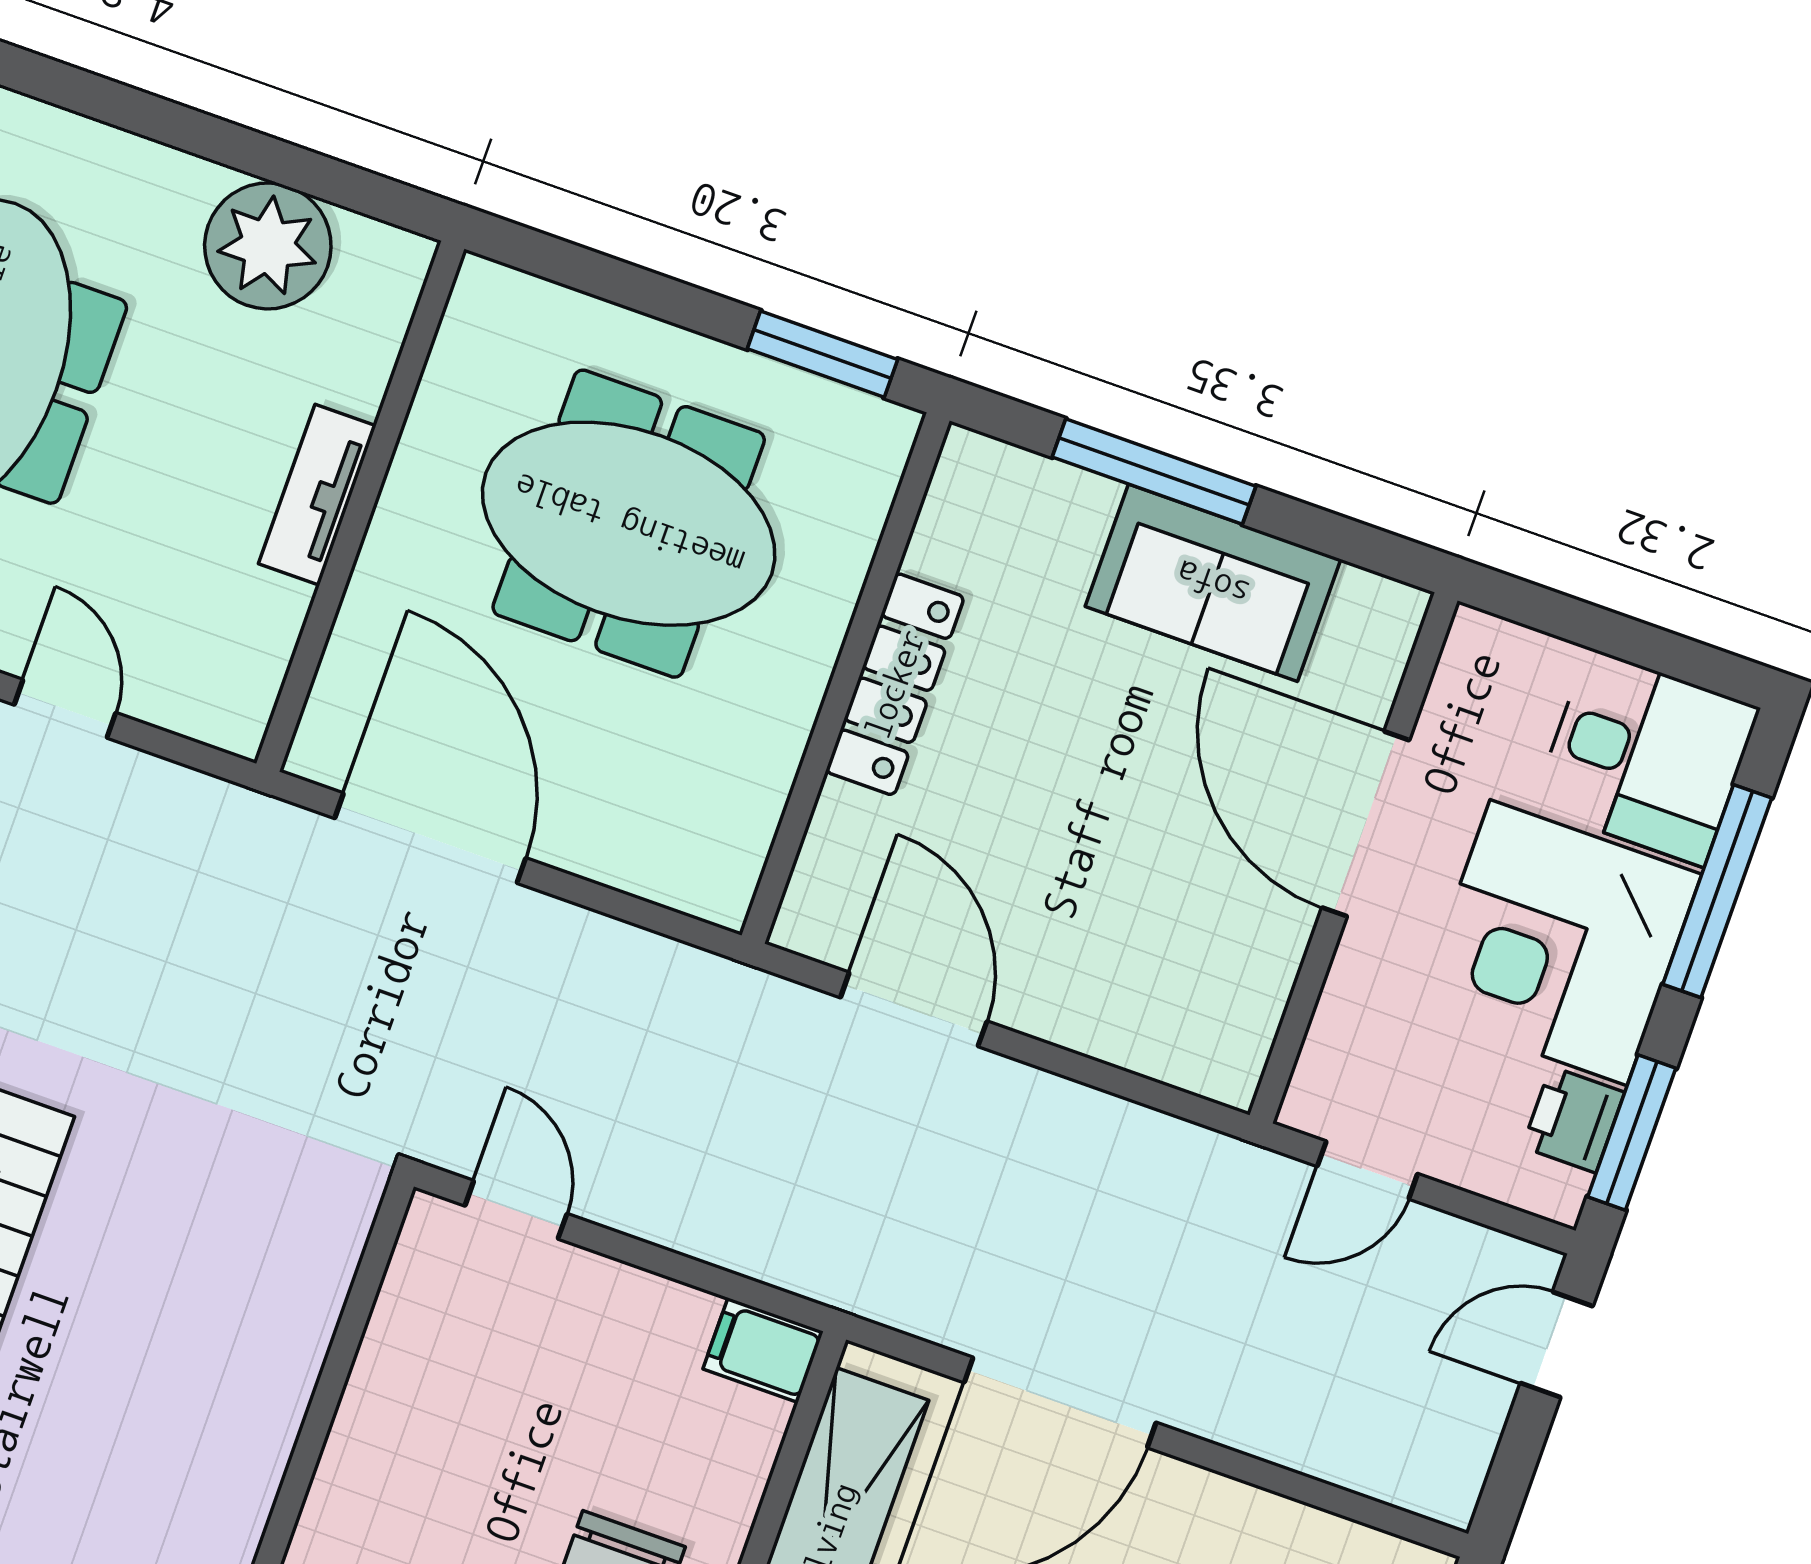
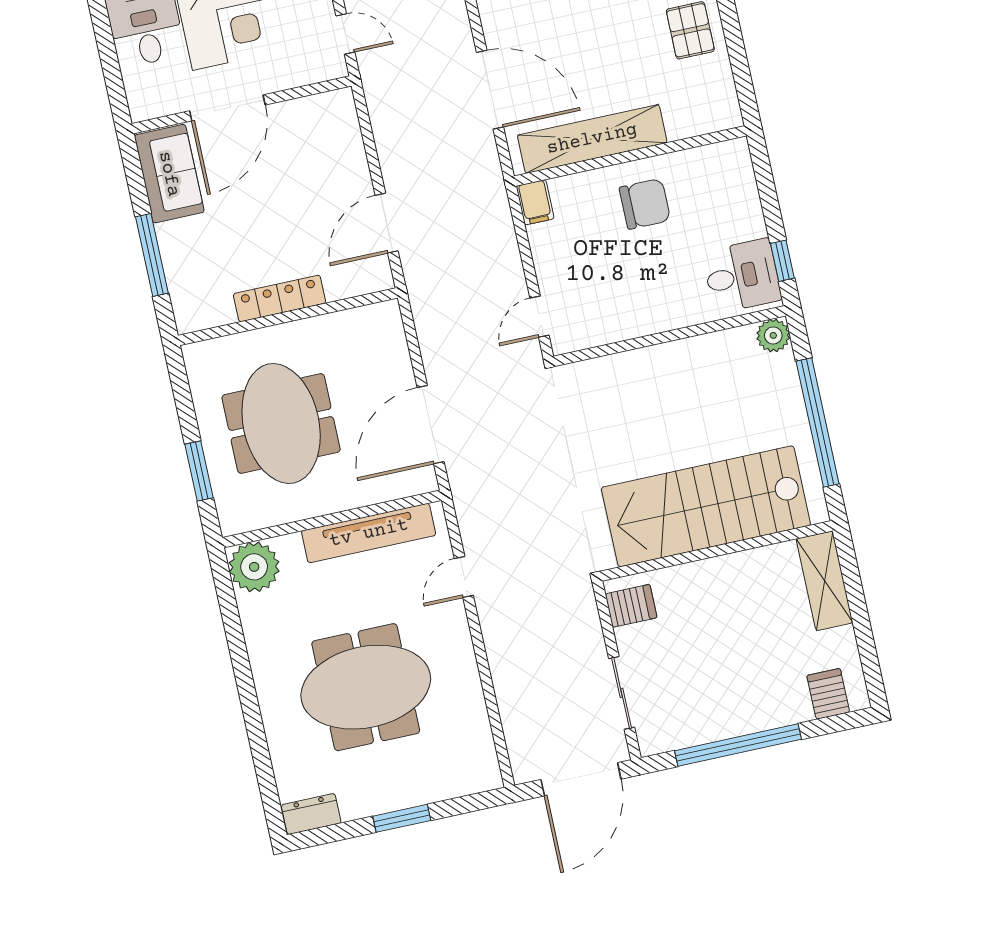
plant: (268, 246) -> (254, 567), moved
window: (822, 354) -> (199, 471), moved
tv unit: (317, 495) -> (369, 533), width x1.92, depth x1.29
sofa: (1213, 583) -> (169, 174), moved

